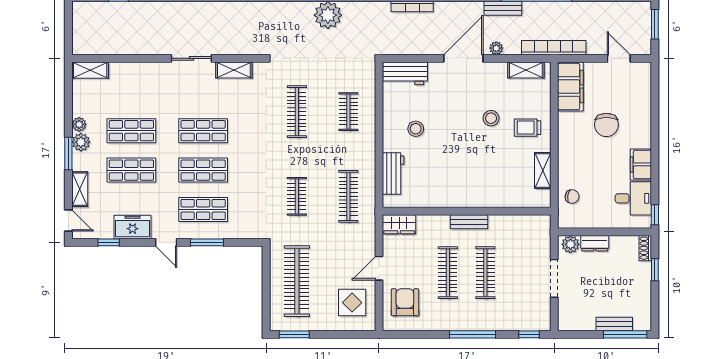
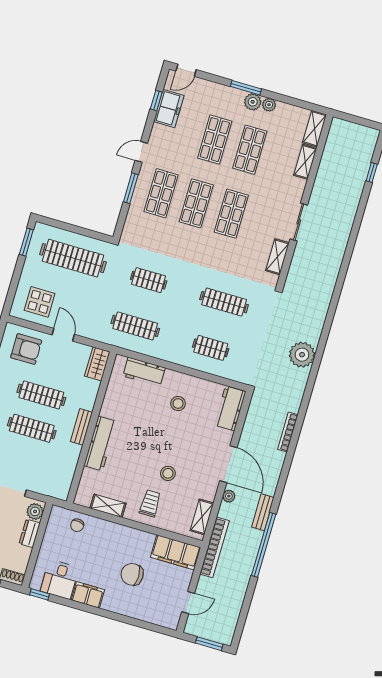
shelving: (80, 189) -> (305, 162), moved, turned 90
workbench: (481, 197) -> (100, 444), added
freezer: (133, 227) -> (169, 108), moved

